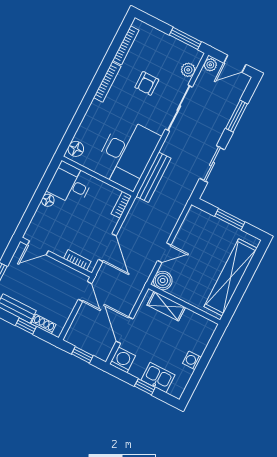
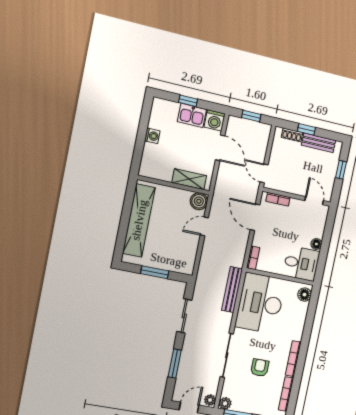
plant: (188, 70) -> (225, 403), moved
door: (38, 248) -> (314, 201), hinge flipped
kitchen sink: (158, 378) -> (192, 115), moved

